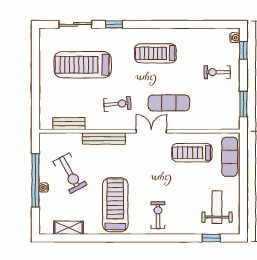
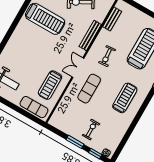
window: (243, 104) -> (75, 142), moved
double door: (151, 131) -> (78, 68), swing flipped
treadmill: (192, 153) -> (50, 85), turned 180
exercise bike: (158, 215) -> (23, 42), removed

